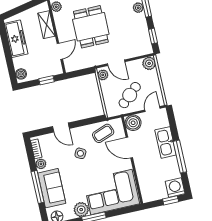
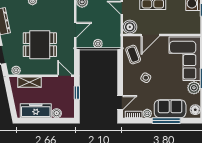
door: (60, 51) -> (65, 76), moved
boiler: (21, 74) -> (57, 113), moved
plant: (103, 75) -> (98, 44), moved
cafe table: (130, 95) -> (105, 25), removed
door: (61, 128) -> (120, 103), moved

